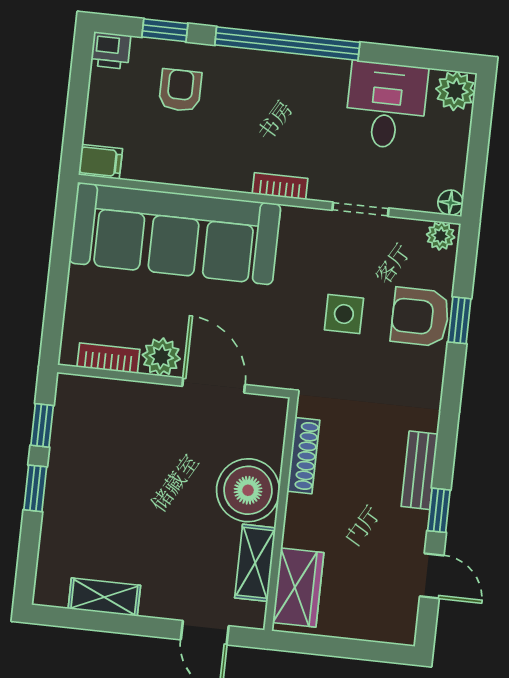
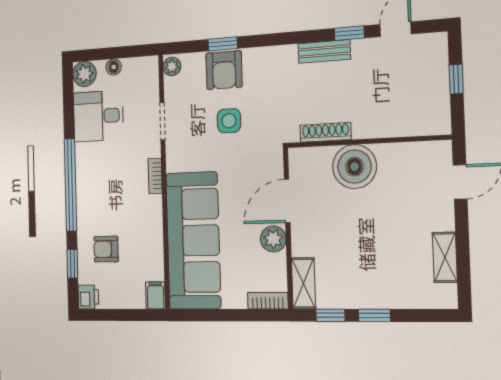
floor lamp: (451, 203) -> (114, 67), moved
bookcase: (108, 358) -> (268, 301), moved, turned 90
shelving: (255, 563) -> (303, 283), moved, turned 90
wardrobe: (298, 588) -> (418, 121), removed
window: (347, 648) -> (456, 79), added

